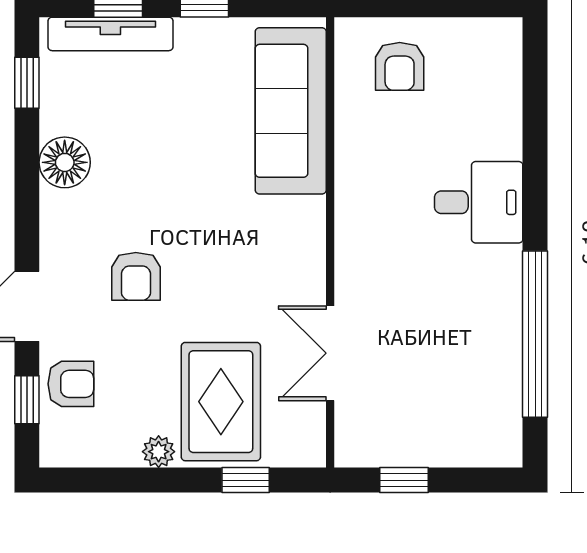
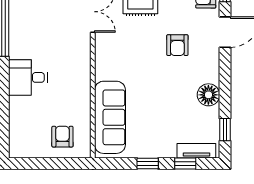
tv unit: (110, 34) -> (196, 151), width x0.71
armchair: (136, 276) -> (177, 45), turned 180

